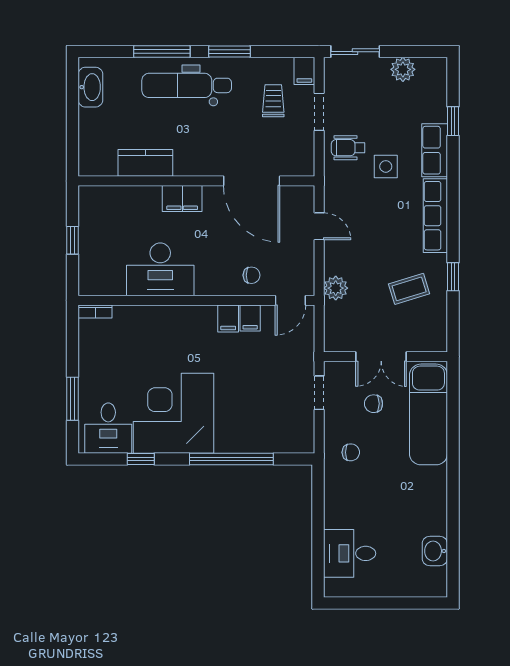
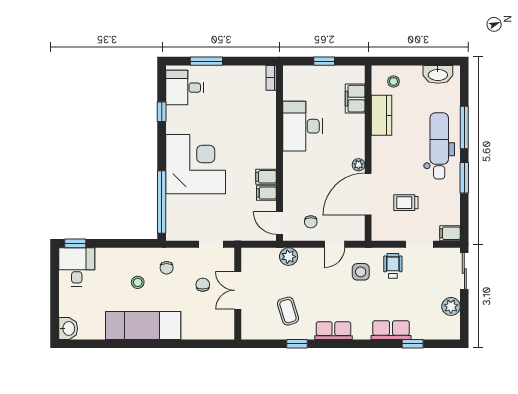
trolley: (273, 101) -> (406, 203), moved, turned 180
stool: (100, 147) -> (394, 81), added
side table: (386, 166) -> (361, 272), moved
plant: (212, 194) -> (359, 165), added
filing cabinet: (182, 199) -> (355, 99), moved
row of seats: (435, 216) -> (333, 331), width x0.68
chair: (252, 275) -> (311, 222), moved
corner desk: (173, 413) -> (196, 164), moved
exam couch: (428, 414) -> (143, 325), moved
window: (231, 459) -> (162, 202), moved
stool: (370, 491) -> (138, 282), added
washbasin: (435, 551) -> (68, 329), moved, turned 90
desk: (350, 553) -> (77, 267), moved
window: (318, 575) -> (75, 243), added

